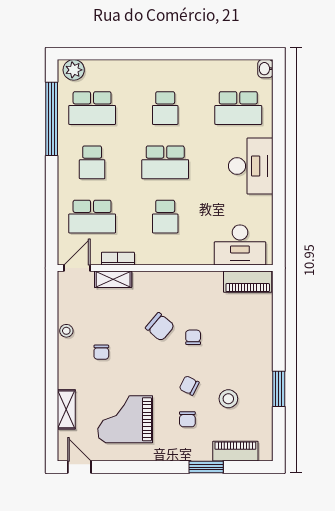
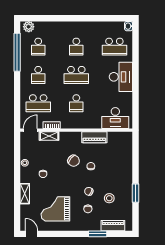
school desk: (92, 108) -> (38, 47), width x0.54
piano: (248, 282) -> (94, 137), moved
shelving: (66, 409) -> (25, 194), moved

